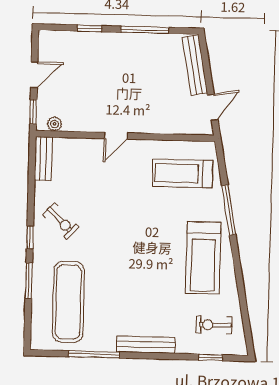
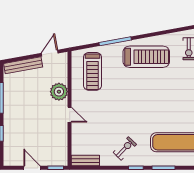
door: (213, 107) -> (50, 53), hinge flipped
plant: (55, 124) -> (59, 92), moved, width x1.88, depth x1.88

